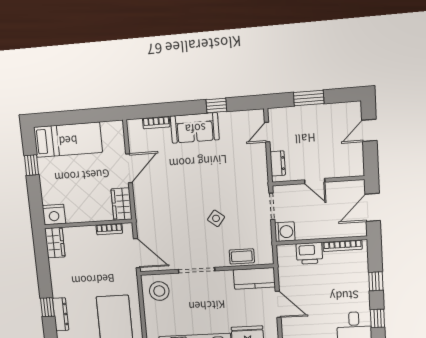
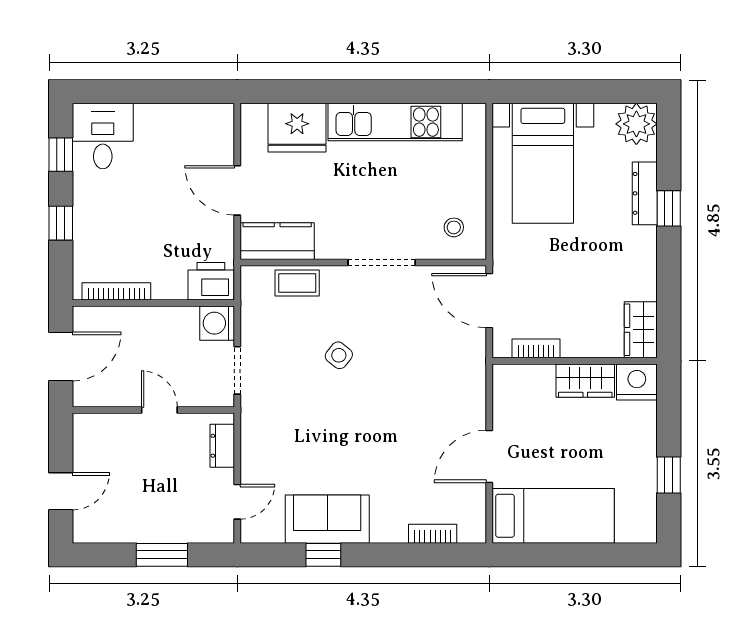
sofa: (195, 128) -> (327, 519), moved
bed: (68, 140) -> (553, 516), moved, turned 180
wardrobe: (122, 204) -> (585, 381), moved, turned 90
printer: (309, 253) -> (211, 281), moved
stool: (159, 291) -> (454, 227), width x0.53, depth x0.53

